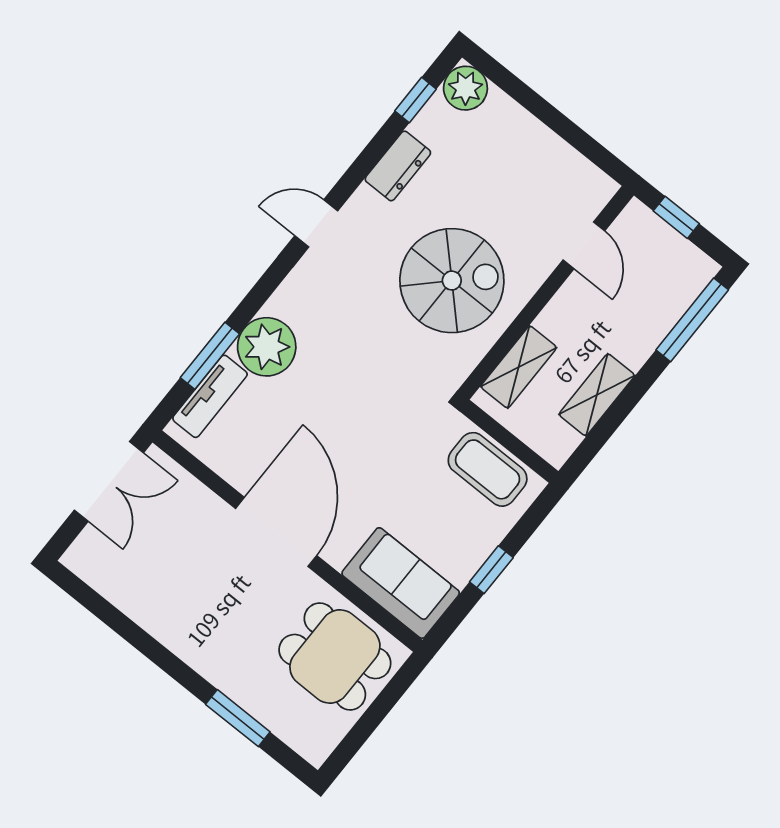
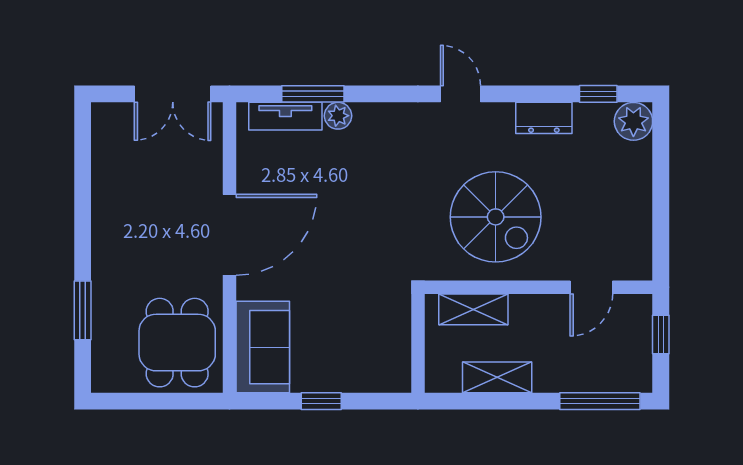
plant: (267, 347) -> (338, 116), width x0.53, depth x0.53
coffee table: (488, 469) -> (387, 344), removed

